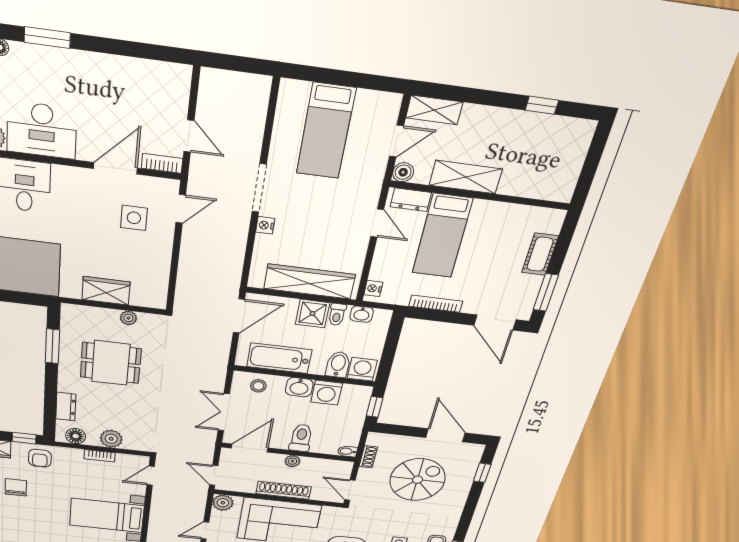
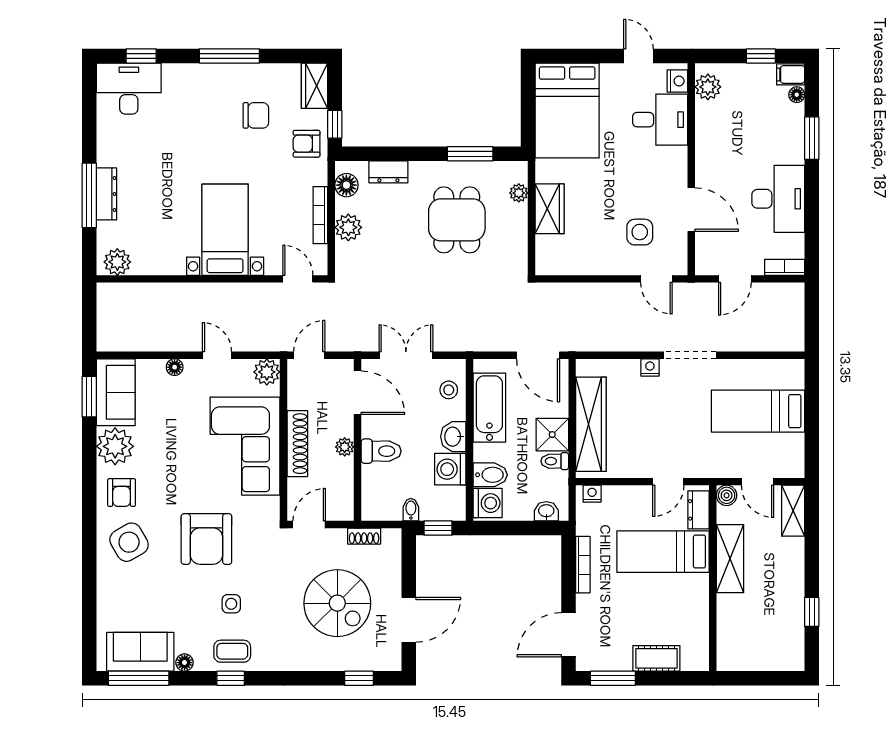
desk: (42, 130) -> (778, 199), moved, turned 180
bookcase: (162, 163) -> (785, 267), moved, turned -90
washbasin: (362, 314) -> (546, 511), moved, turned 90
plant: (128, 318) -> (519, 193), moved
bidet: (347, 451) -> (411, 510), moved
bookcase: (100, 456) -> (320, 215), width x1.56

